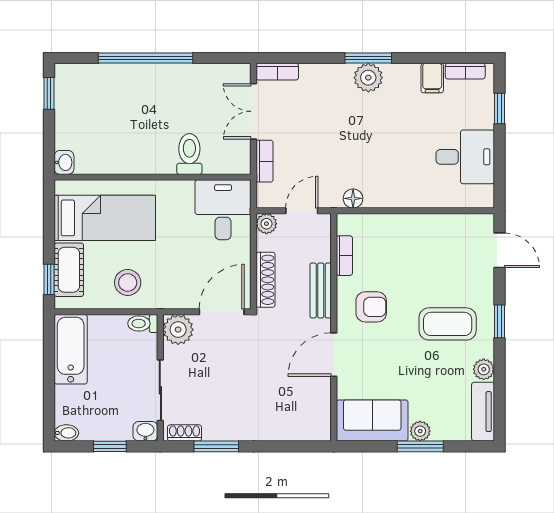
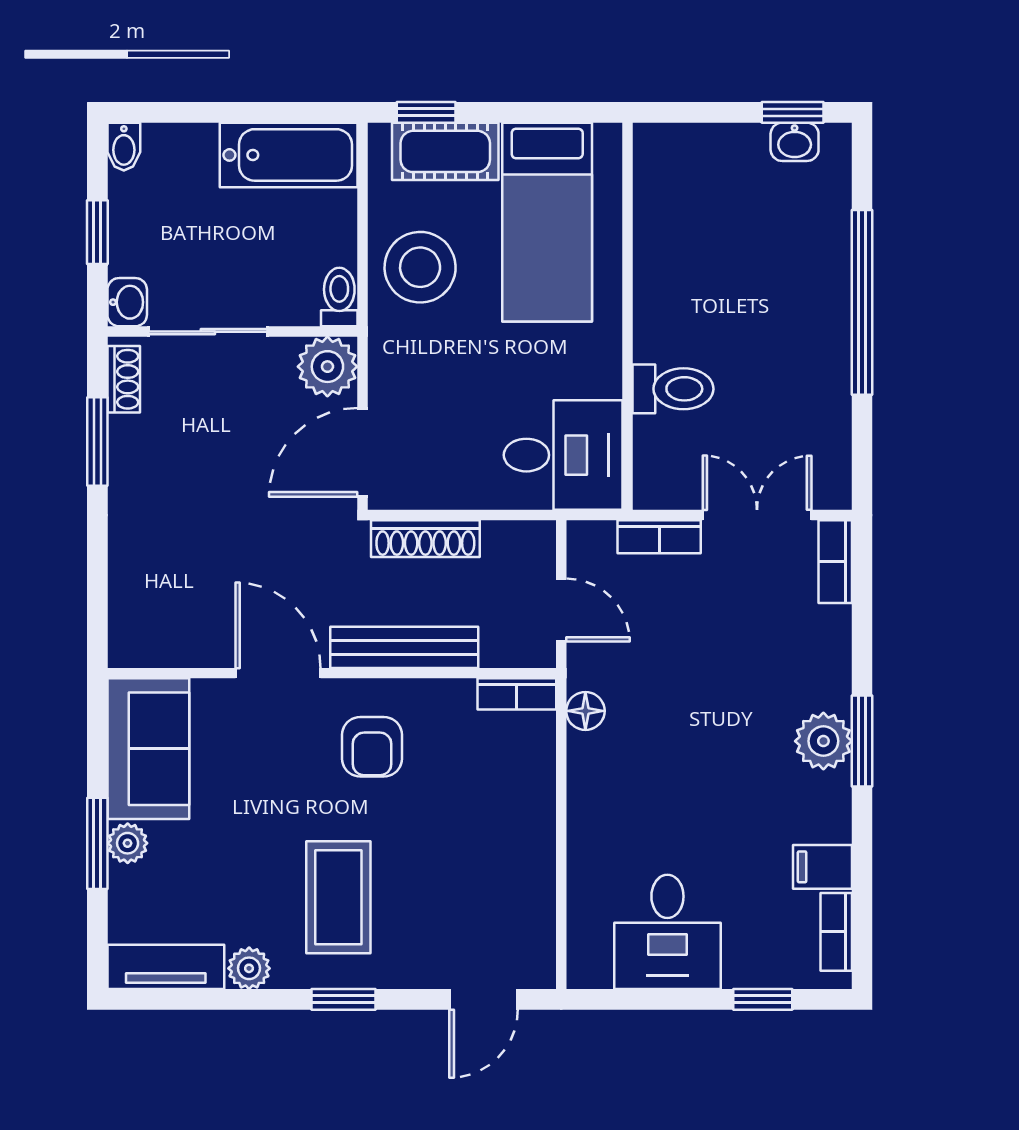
washbasin: (64, 162) -> (795, 142), moved
plant: (266, 224) -> (536, 541), removed
bookcase: (344, 256) -> (517, 694), moved
stool: (128, 282) -> (420, 267), width x1.38, depth x1.38
bench: (321, 290) -> (404, 647), width x1.36
door: (222, 312) -> (362, 452), swing flipped

